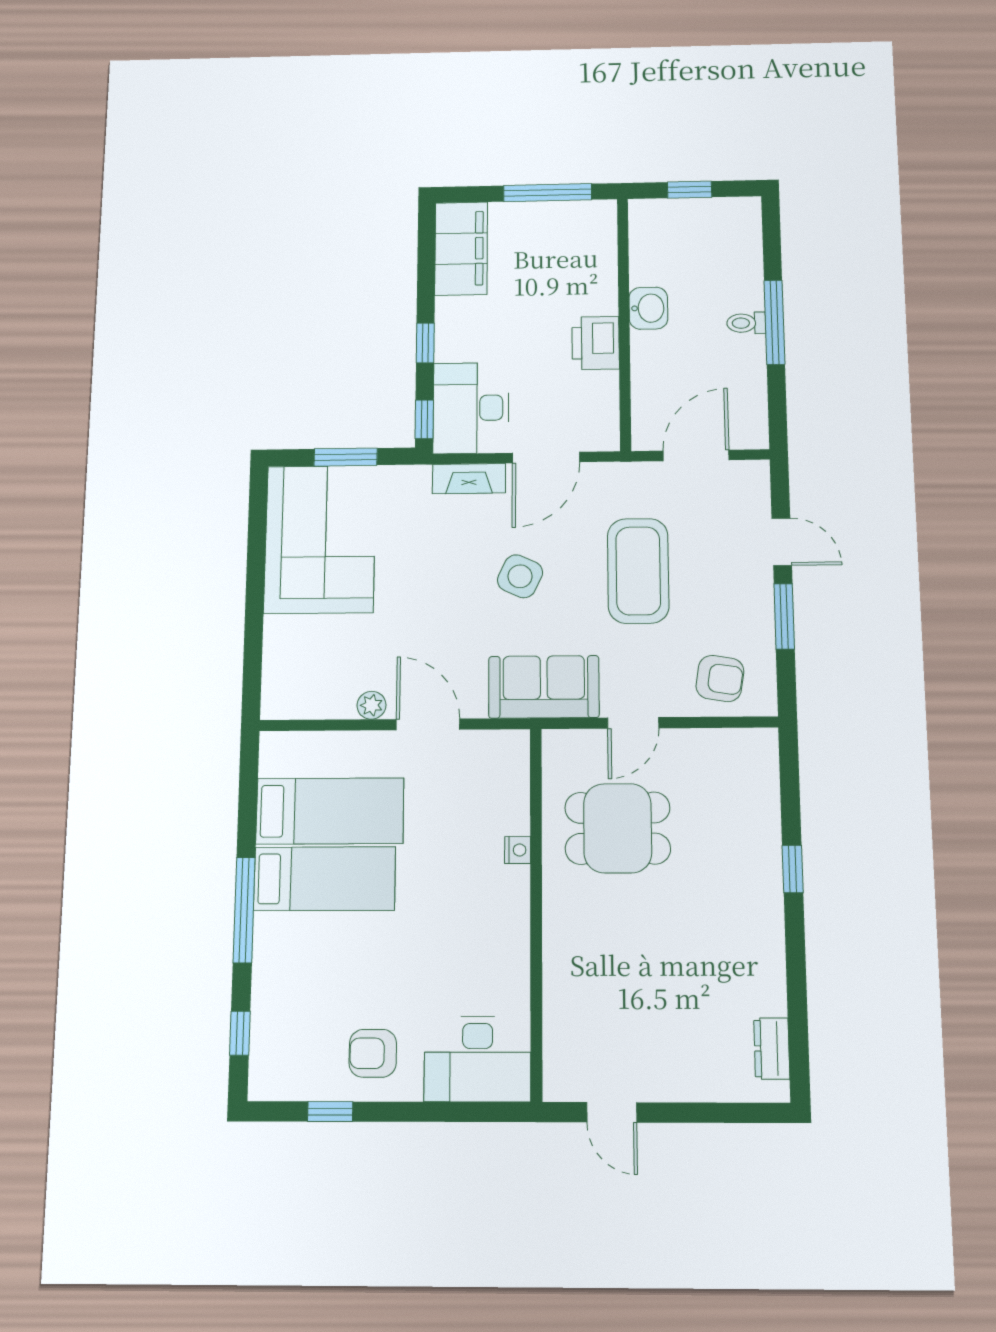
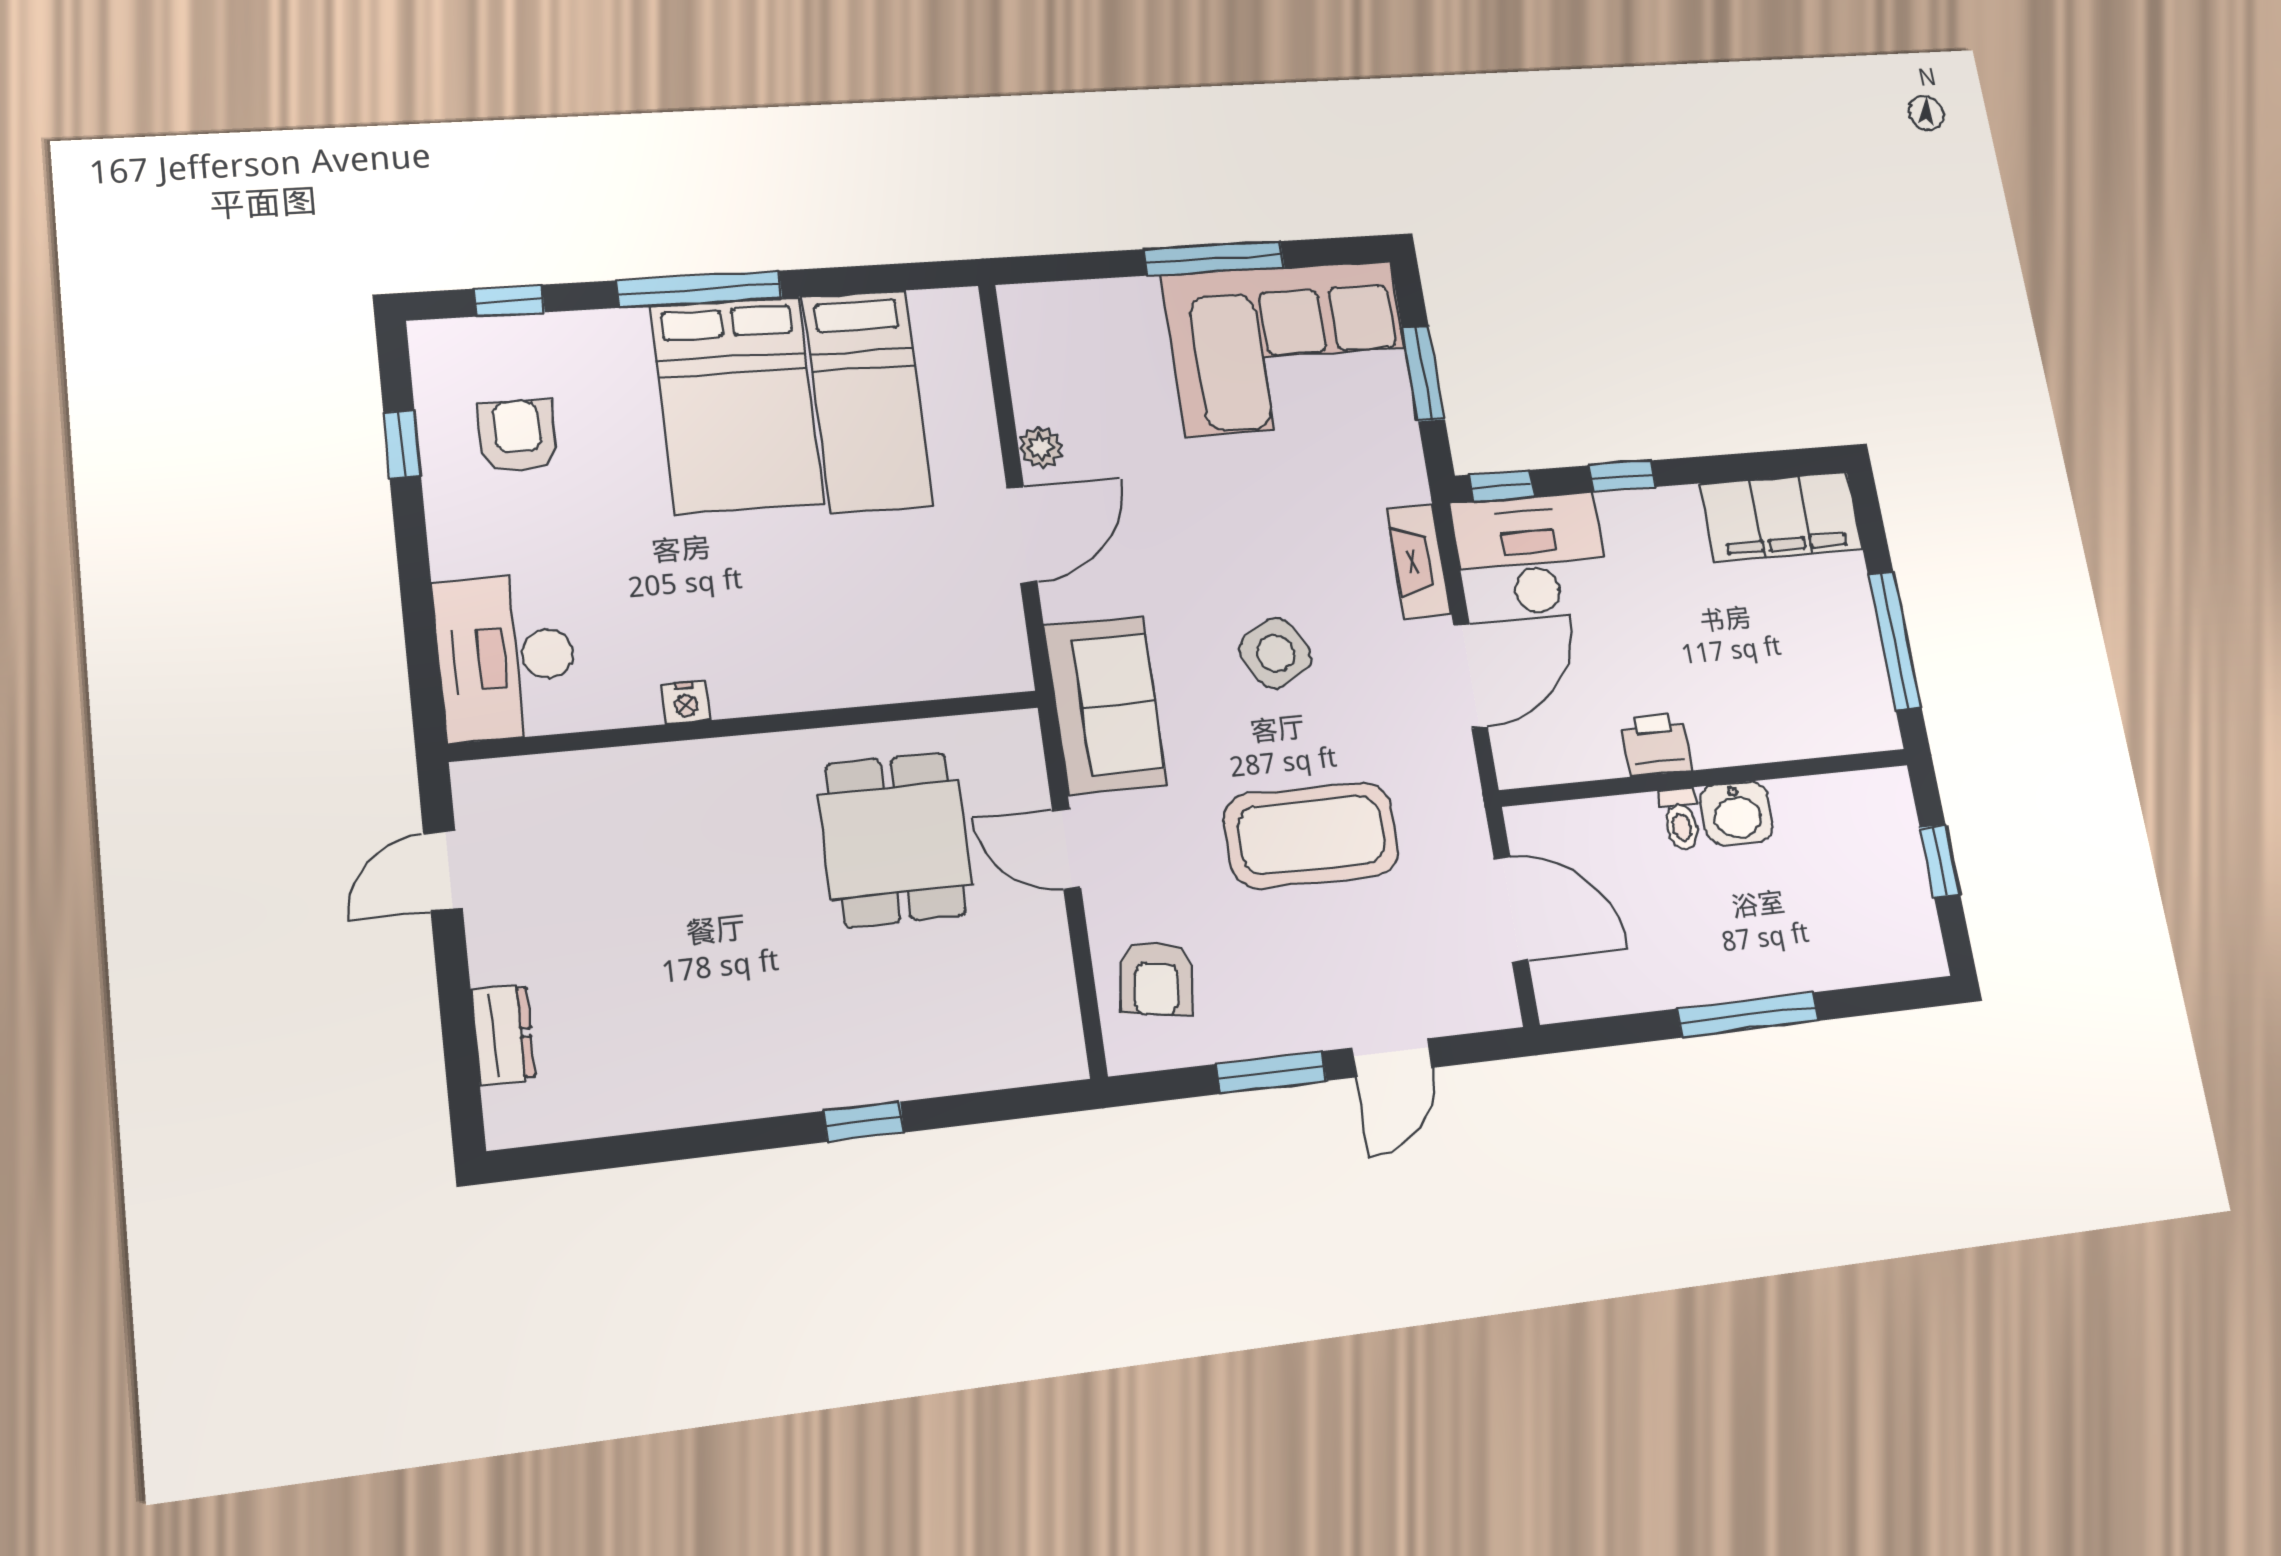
toilet: (746, 323) -> (1681, 819), moved, turned 180
printer: (596, 343) -> (1656, 744), width x0.73, depth x0.81
door: (546, 458) -> (1470, 676), swing flipped
side table: (520, 576) -> (1276, 653), turned 36
window: (255, 578) -> (1214, 258), added
nightstand: (518, 850) -> (686, 702), moved
bed: (325, 879) -> (737, 404), width x1.50
dresser: (772, 1048) -> (503, 1035), moved, turned 90
armchair: (373, 1053) -> (518, 436), moved

